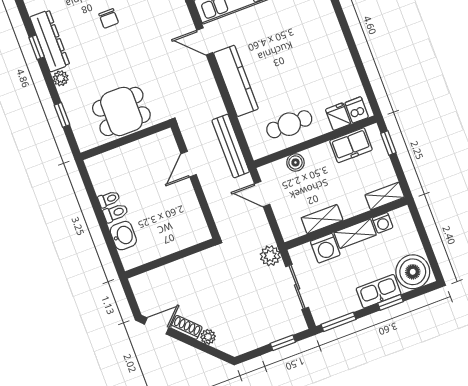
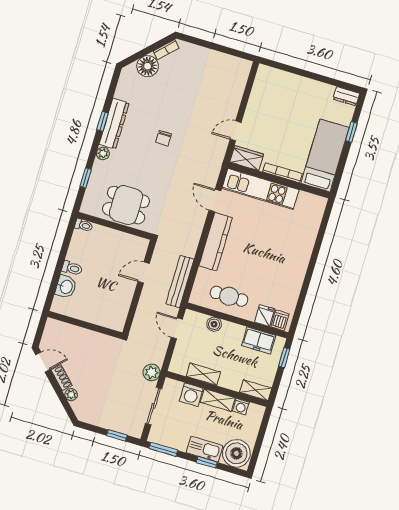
toilet: (109, 199) -> (84, 225), moved

